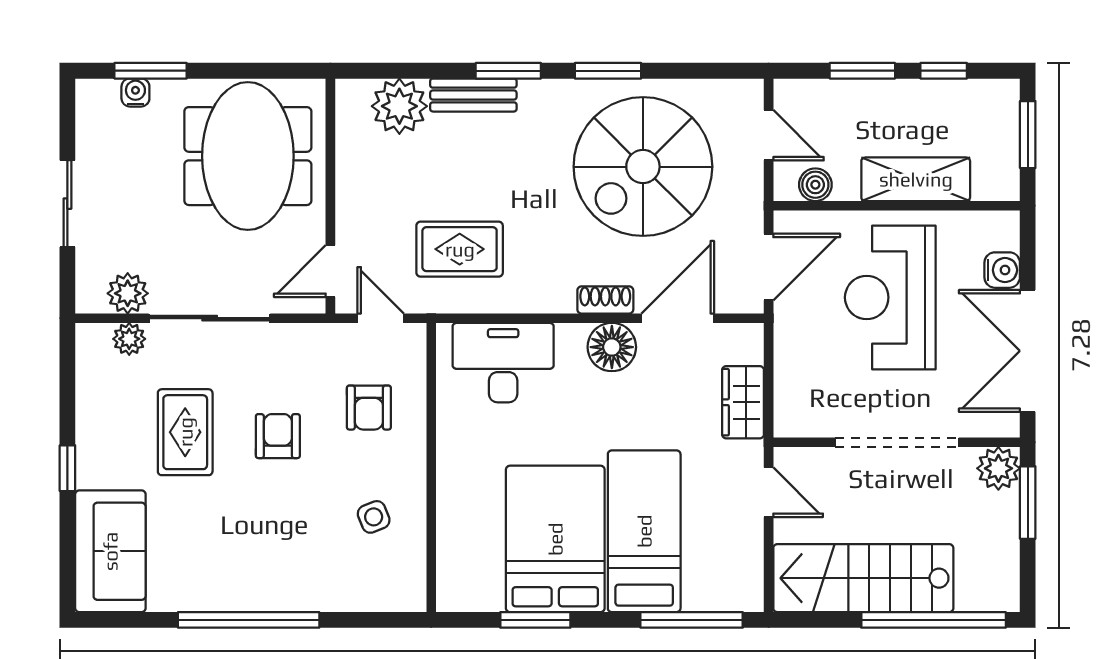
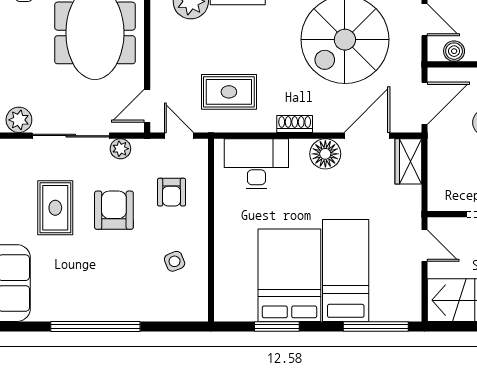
shoe rack: (605, 300) -> (295, 124), moved
plant: (129, 339) -> (120, 149), moved
wardrobe: (743, 402) -> (408, 161), moved
armchair: (278, 436) -> (114, 210), width x1.38, depth x1.38

